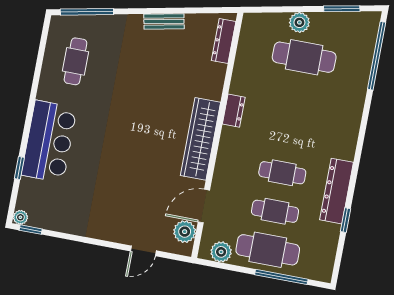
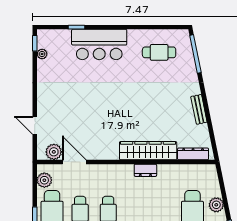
wardrobe: (200, 139) -> (148, 151), moved
plant: (20, 217) -> (42, 54), moved

